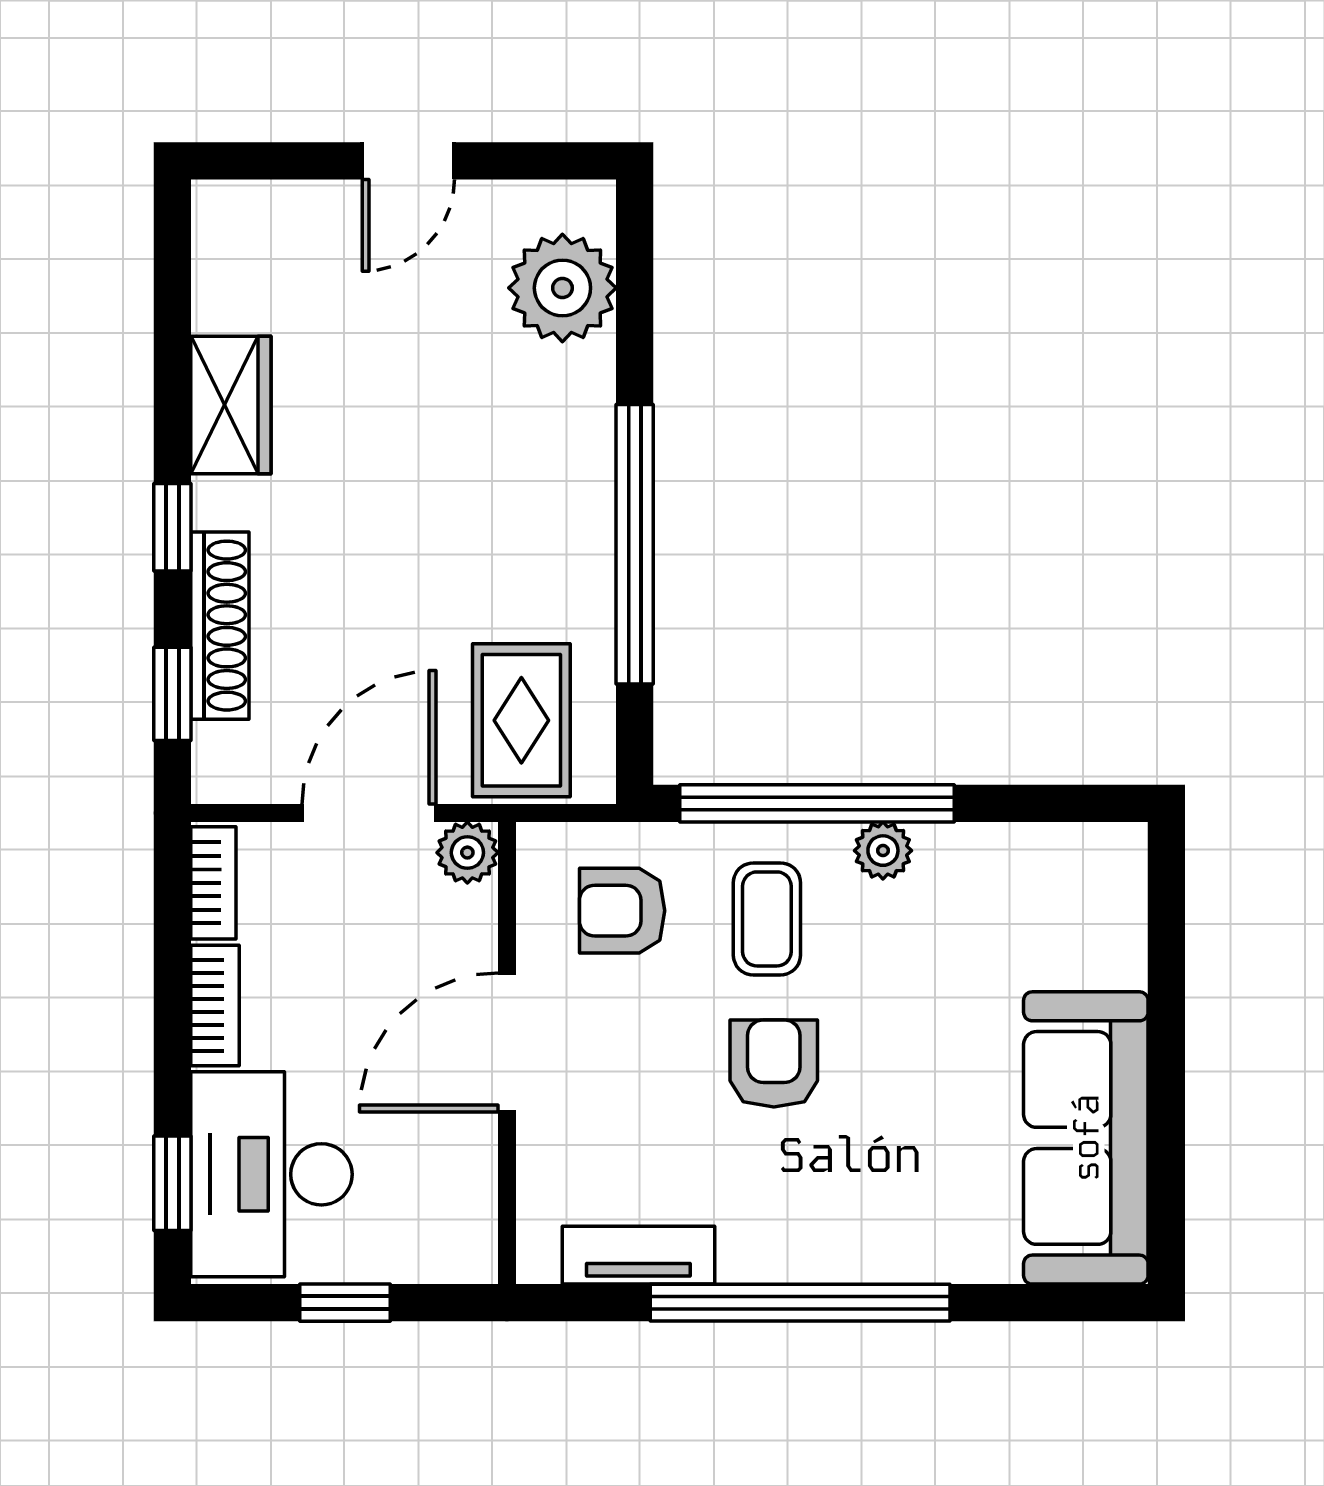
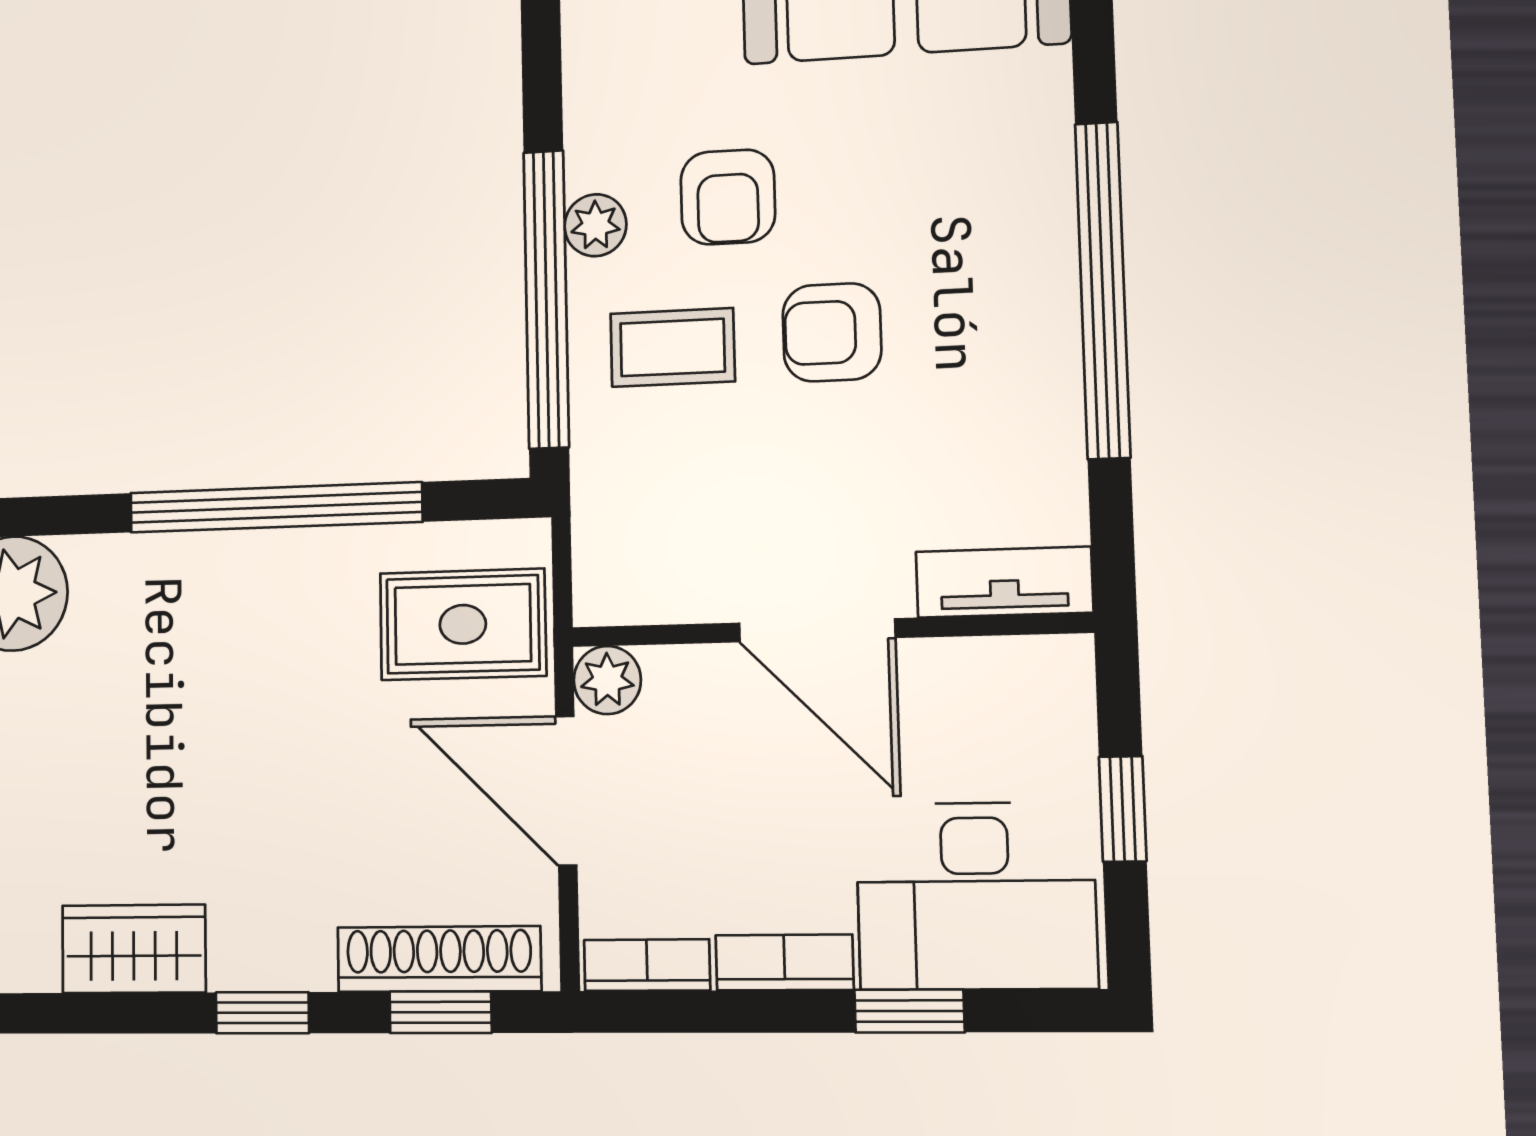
shoe rack: (220, 626) -> (439, 959), moved
armchair: (622, 911) -> (728, 197), moved
window: (172, 1183) -> (909, 1011), moved
tv unit: (638, 1255) -> (1004, 582), moved, turned 90

